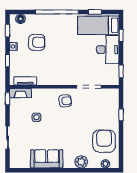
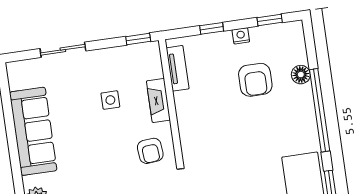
floor lamp: (21, 19) -> (301, 75), moved
fireplace: (20, 93) -> (158, 100), moved
sofa: (47, 159) -> (33, 131), width x1.36

